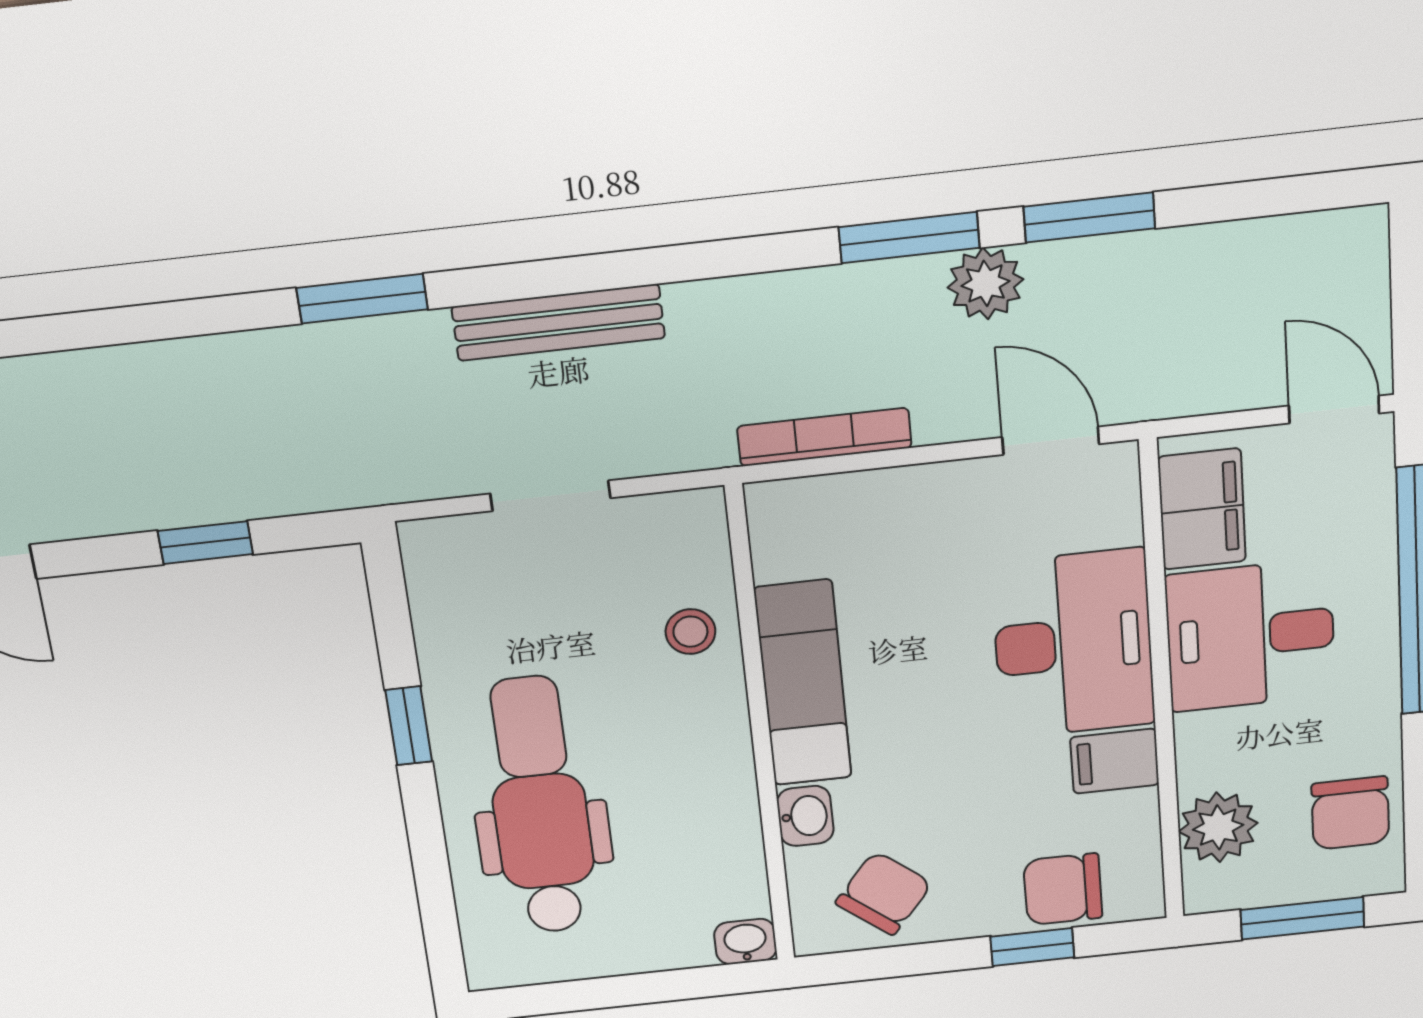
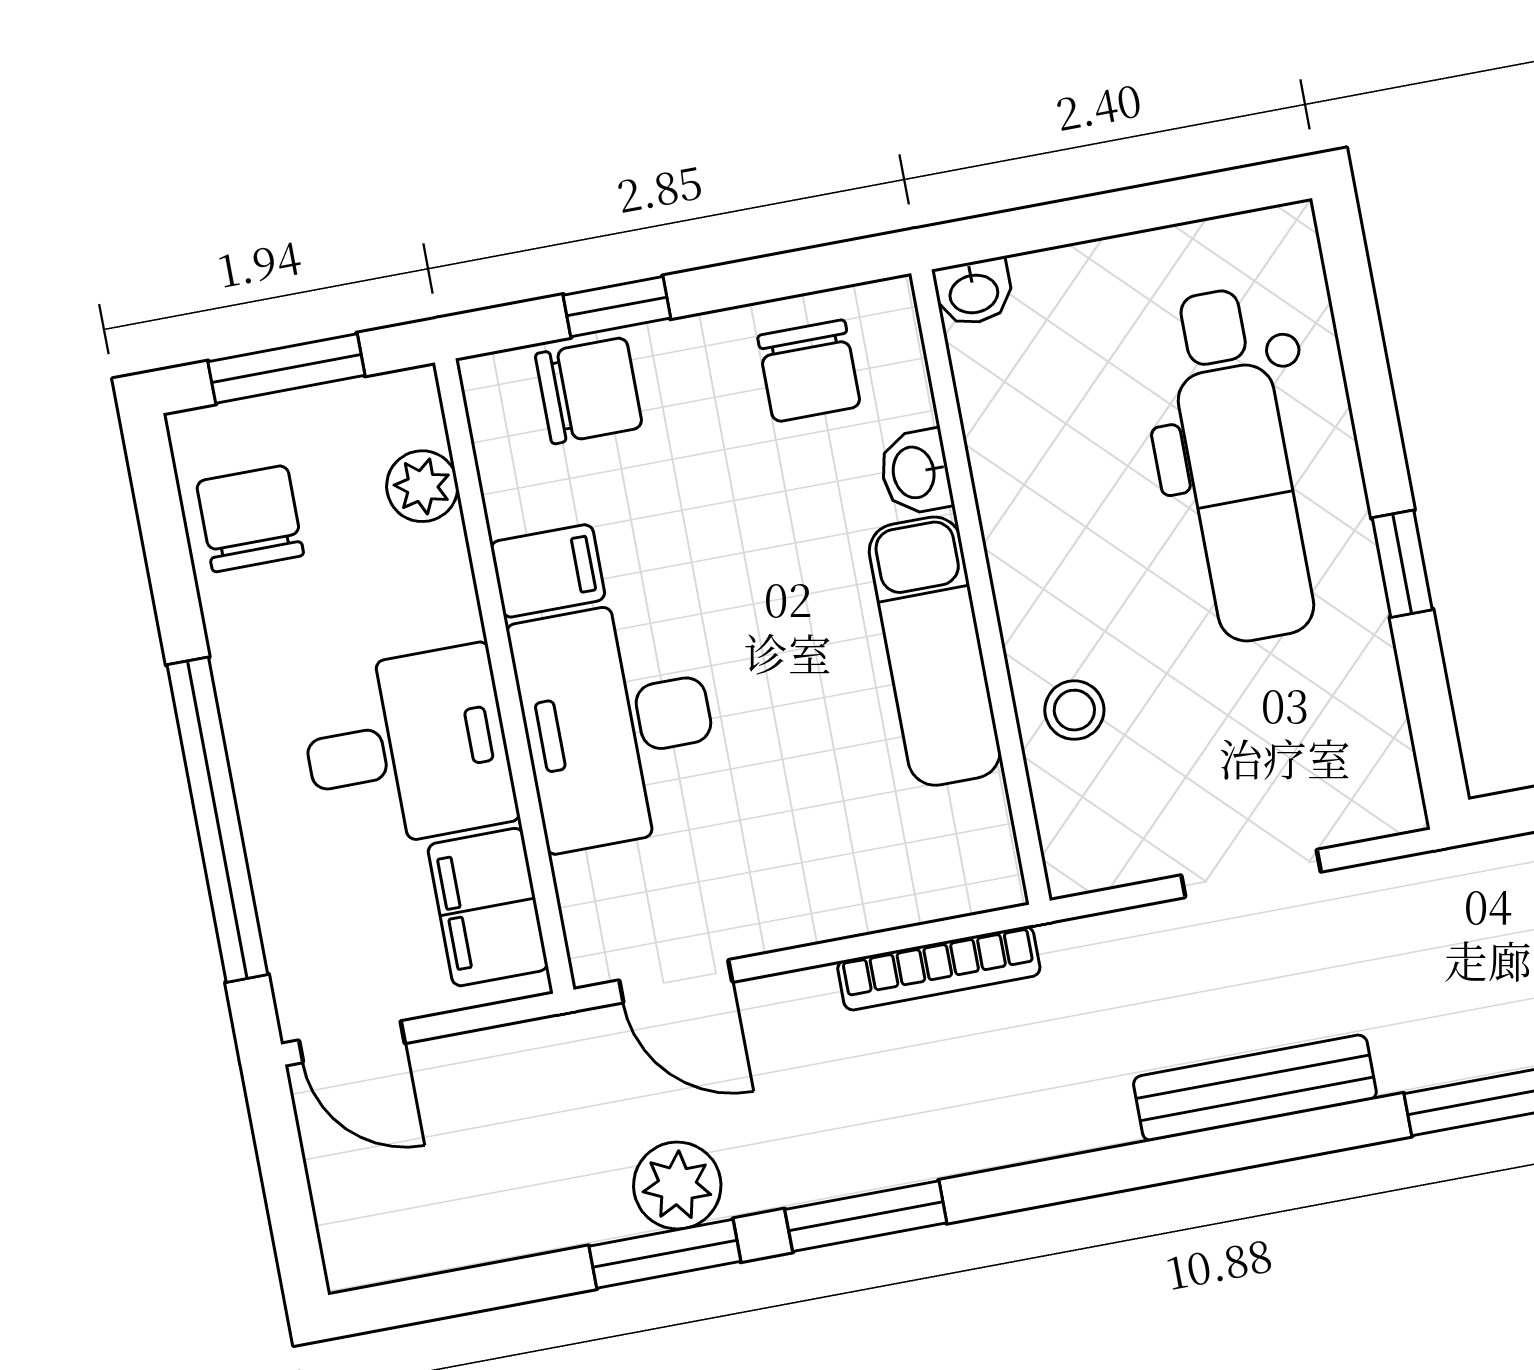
plant: (985, 283) -> (677, 1186), moved
plant: (1218, 827) -> (422, 486), width x0.73, depth x0.73
chair: (884, 893) -> (809, 371), turned -39

